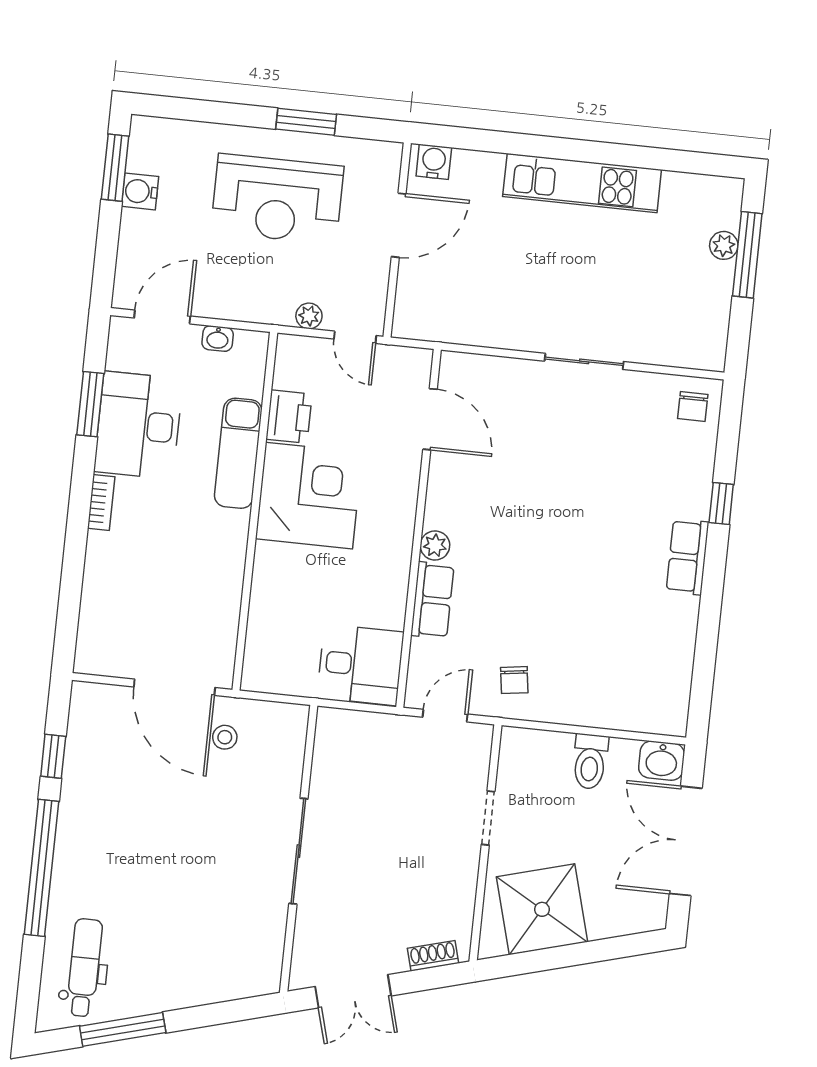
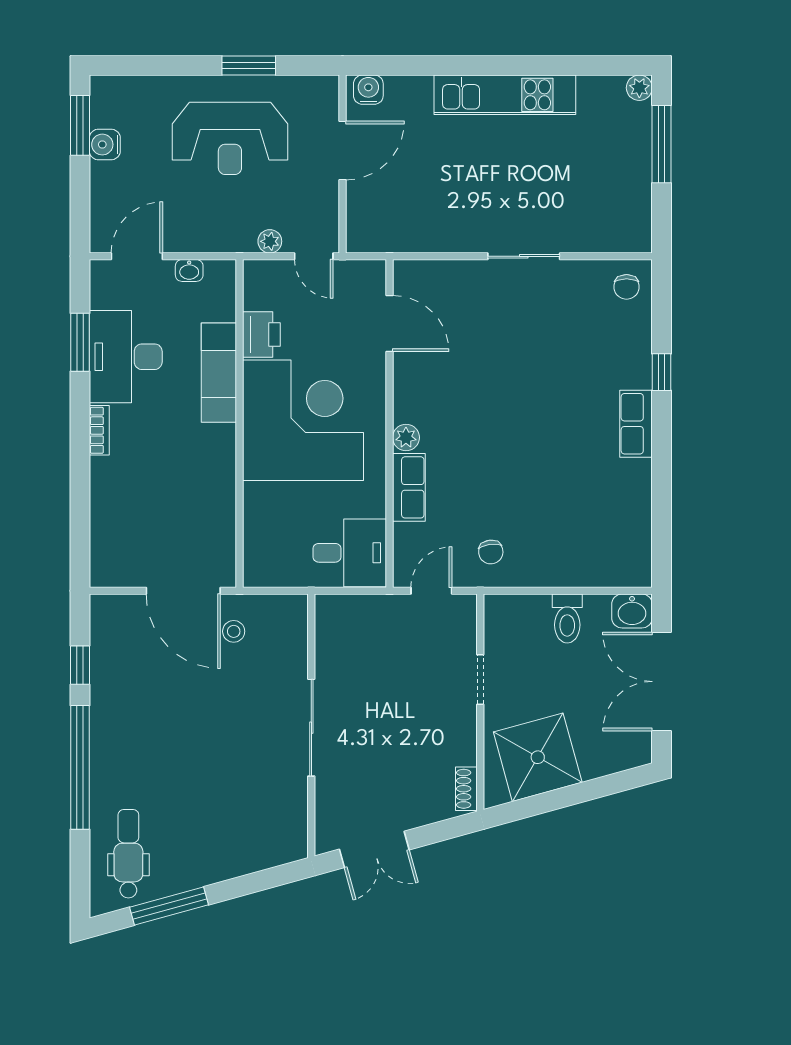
plant: (724, 245) -> (639, 88), moved
corner desk: (309, 496) -> (303, 420), width x1.36, depth x1.36
shoe rack: (433, 956) -> (466, 789), moved, turned -75

